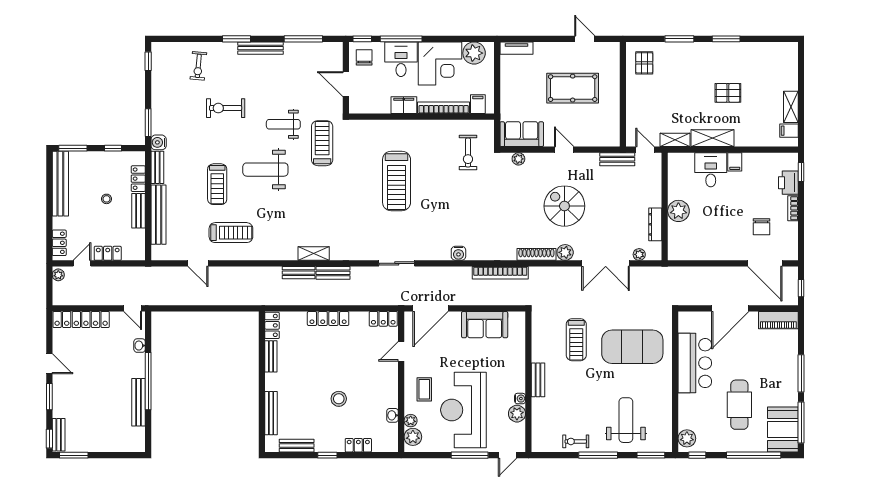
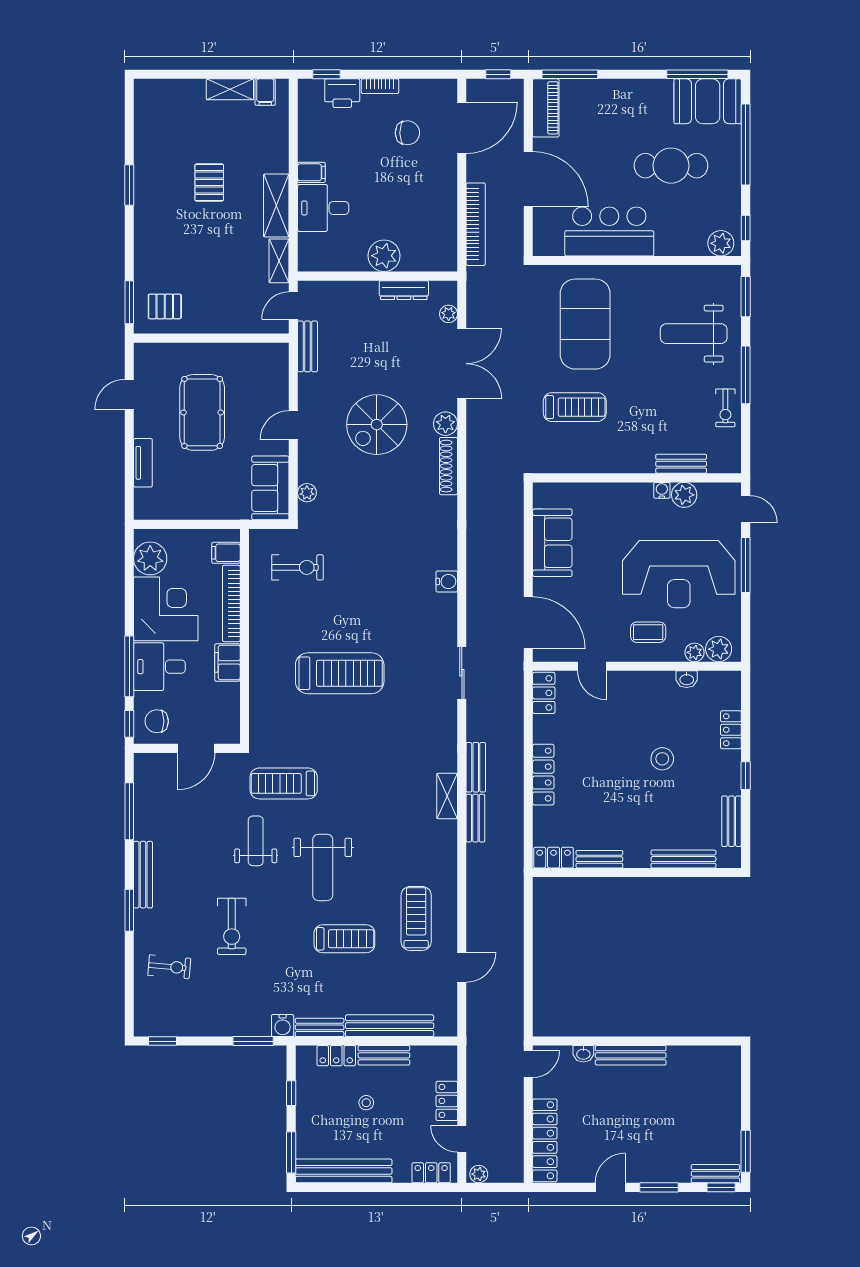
window: (679, 39) -> (129, 302), moved
tv unit: (516, 48) -> (143, 463), moved
weight bench: (283, 124) -> (256, 841), turned 180
bookcase: (500, 273) -> (476, 224), moved
window: (801, 373) -> (570, 74), moved
bench: (538, 380) -> (681, 464), moved
window: (148, 381) -> (636, 1041), removed
bench: (138, 402) -> (631, 1055), moved

